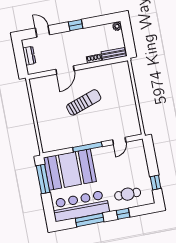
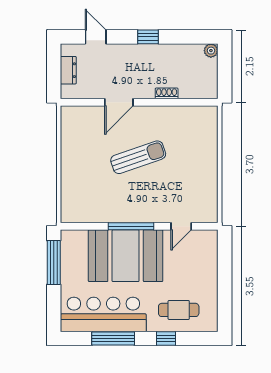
bench: (114, 54) -> (198, 92), removed
booth: (70, 169) -> (126, 256), moved
window: (156, 183) -> (225, 300), removed

